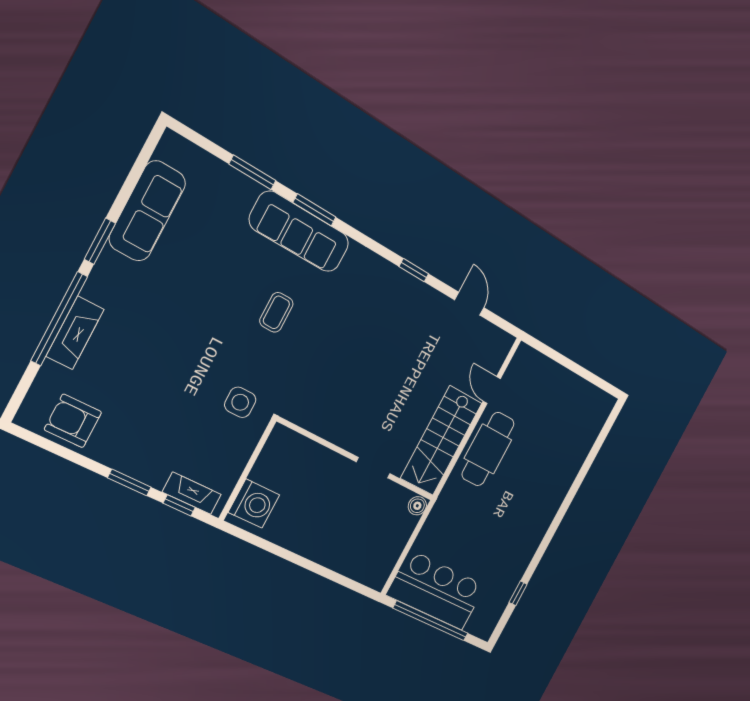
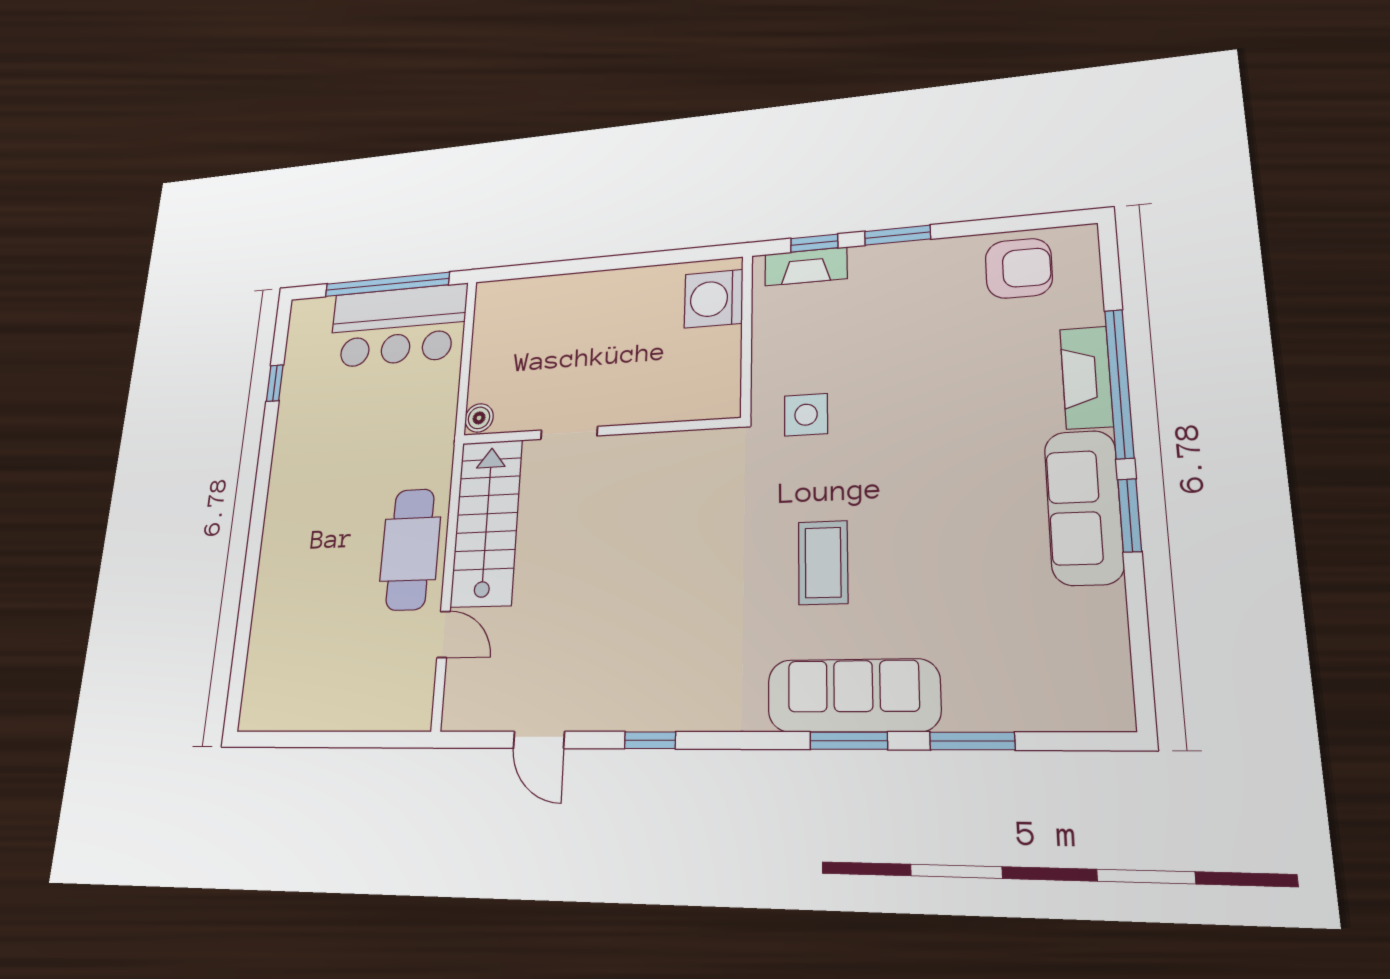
sofa: (147, 211) -> (1084, 507), moved
coffee table: (276, 312) -> (823, 562), width x1.36, depth x1.30

